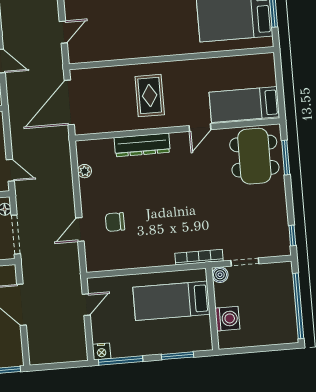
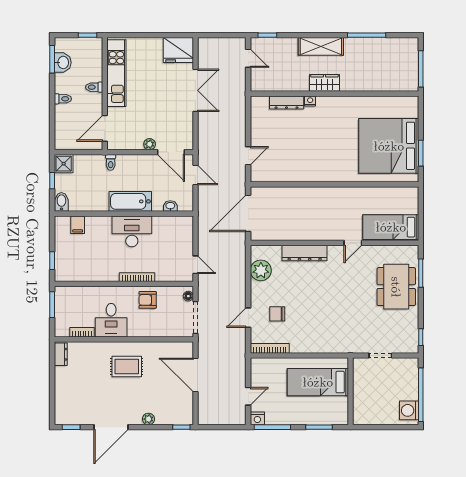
rug: (150, 96) -> (314, 213), removed
dining table: (254, 156) -> (396, 287), moved
plant: (85, 171) -> (261, 270), width x1.88, depth x1.88
bookcase: (199, 257) -> (270, 348), moved
boiler: (220, 275) -> (359, 364), removed
door: (86, 305) -> (248, 396), moved
washing machine: (227, 319) -> (409, 410), moved, turned 180

